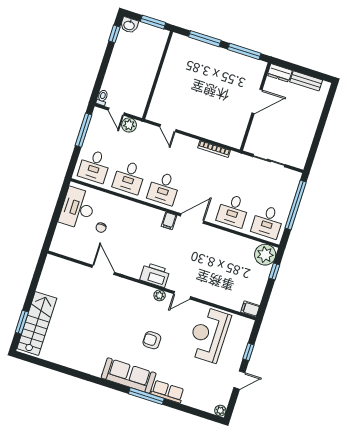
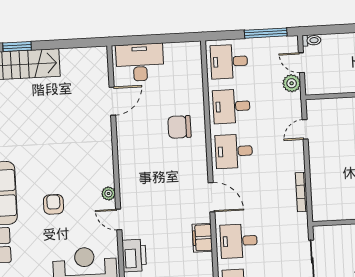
door: (116, 112) -> (301, 63), hinge flipped
desk: (78, 208) -> (140, 62), moved
filing cabinet: (169, 221) -> (202, 238), moved, width x2.00
chair: (101, 228) -> (179, 127), moved, width x1.87, depth x1.87
door: (103, 270) -> (112, 101), moved
printer: (155, 275) -> (134, 255), moved

